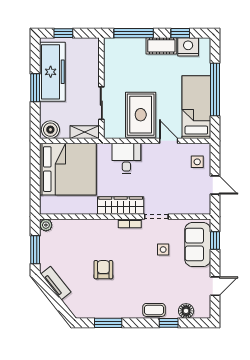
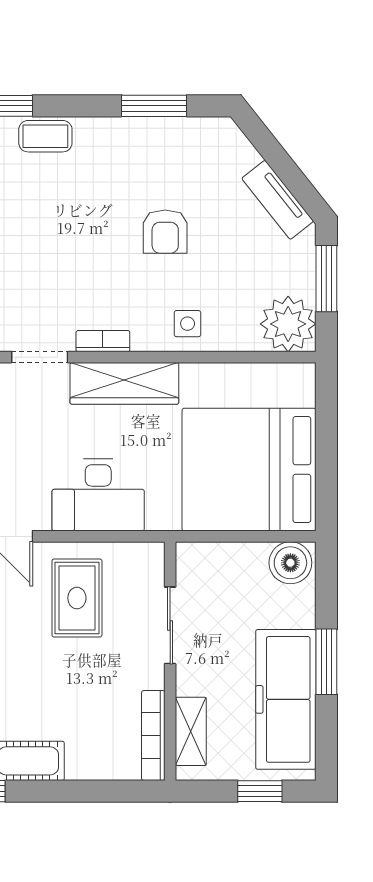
window: (134, 33) -> (94, 791), removed
bookcase: (108, 57) -> (153, 736), added
rug: (141, 115) -> (77, 598), width x0.73, depth x0.70
shelving: (85, 132) -> (191, 731), moved, turned 90
desk: (126, 158) -> (98, 495), width x1.37
plant: (46, 225) -> (288, 324), width x1.87, depth x1.87
side table: (163, 250) -> (188, 324), moved

